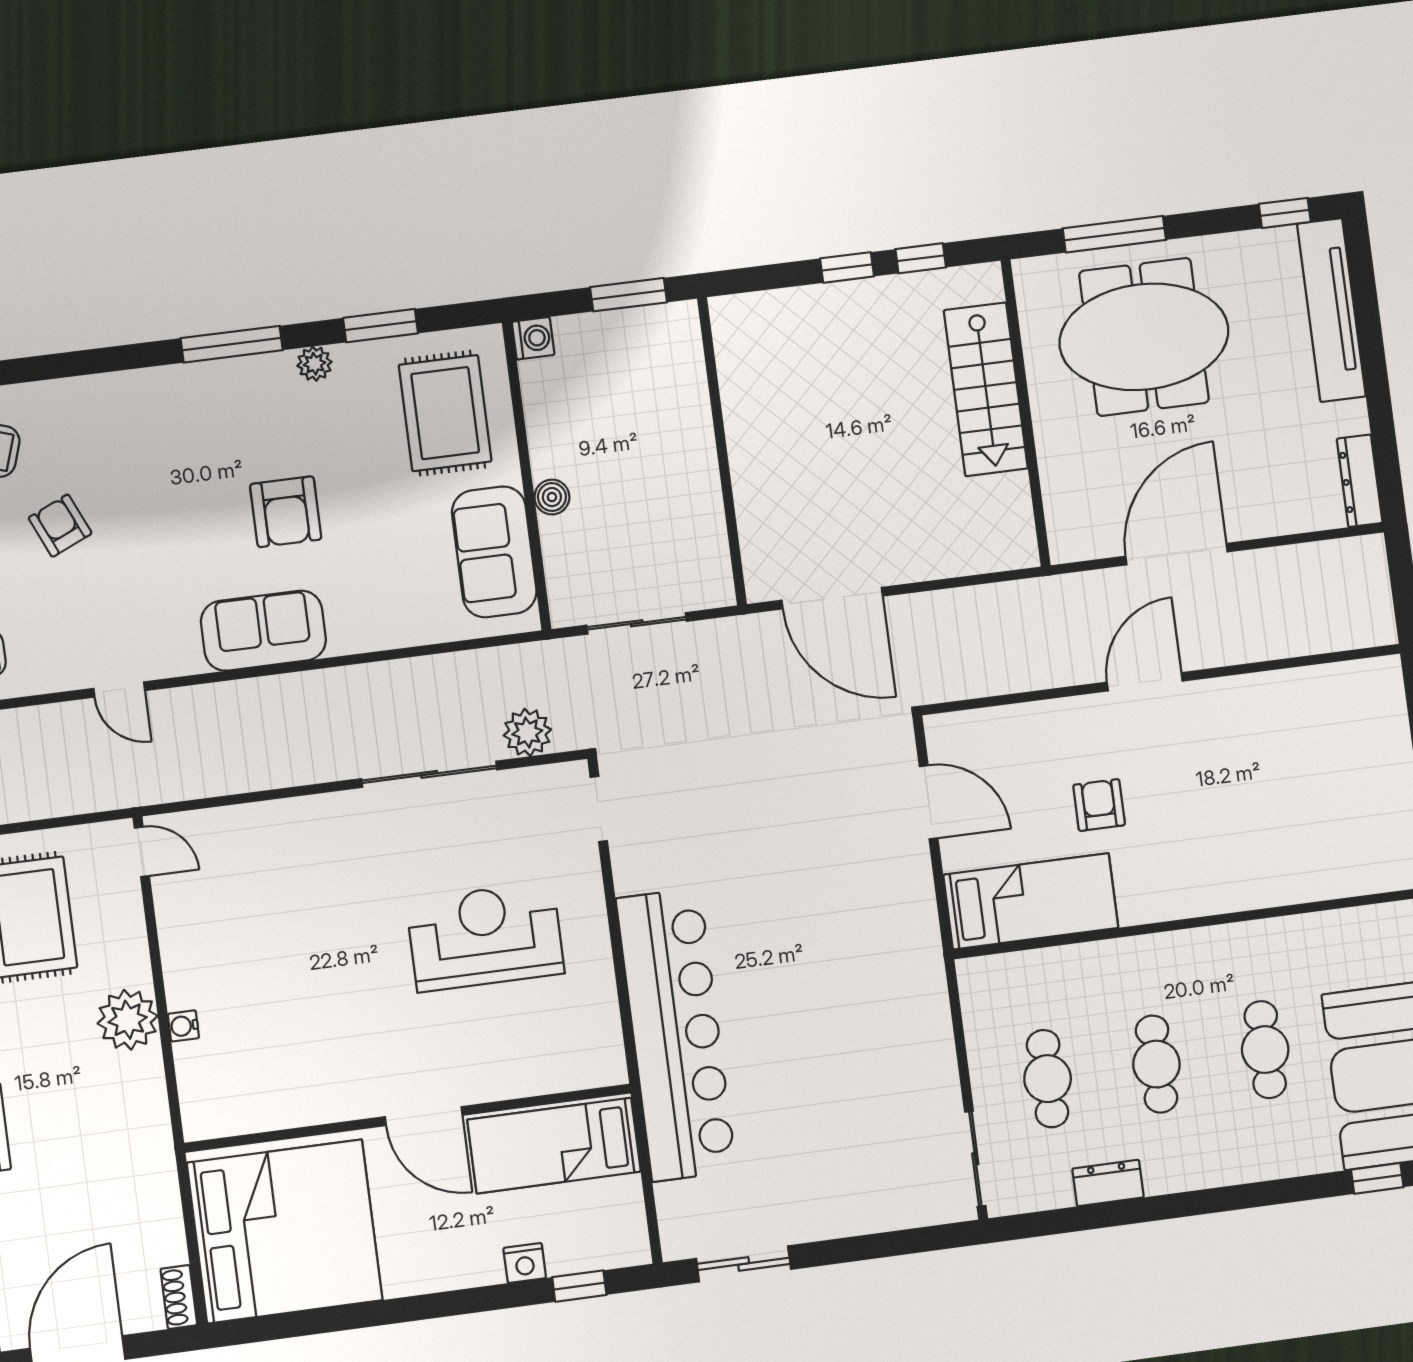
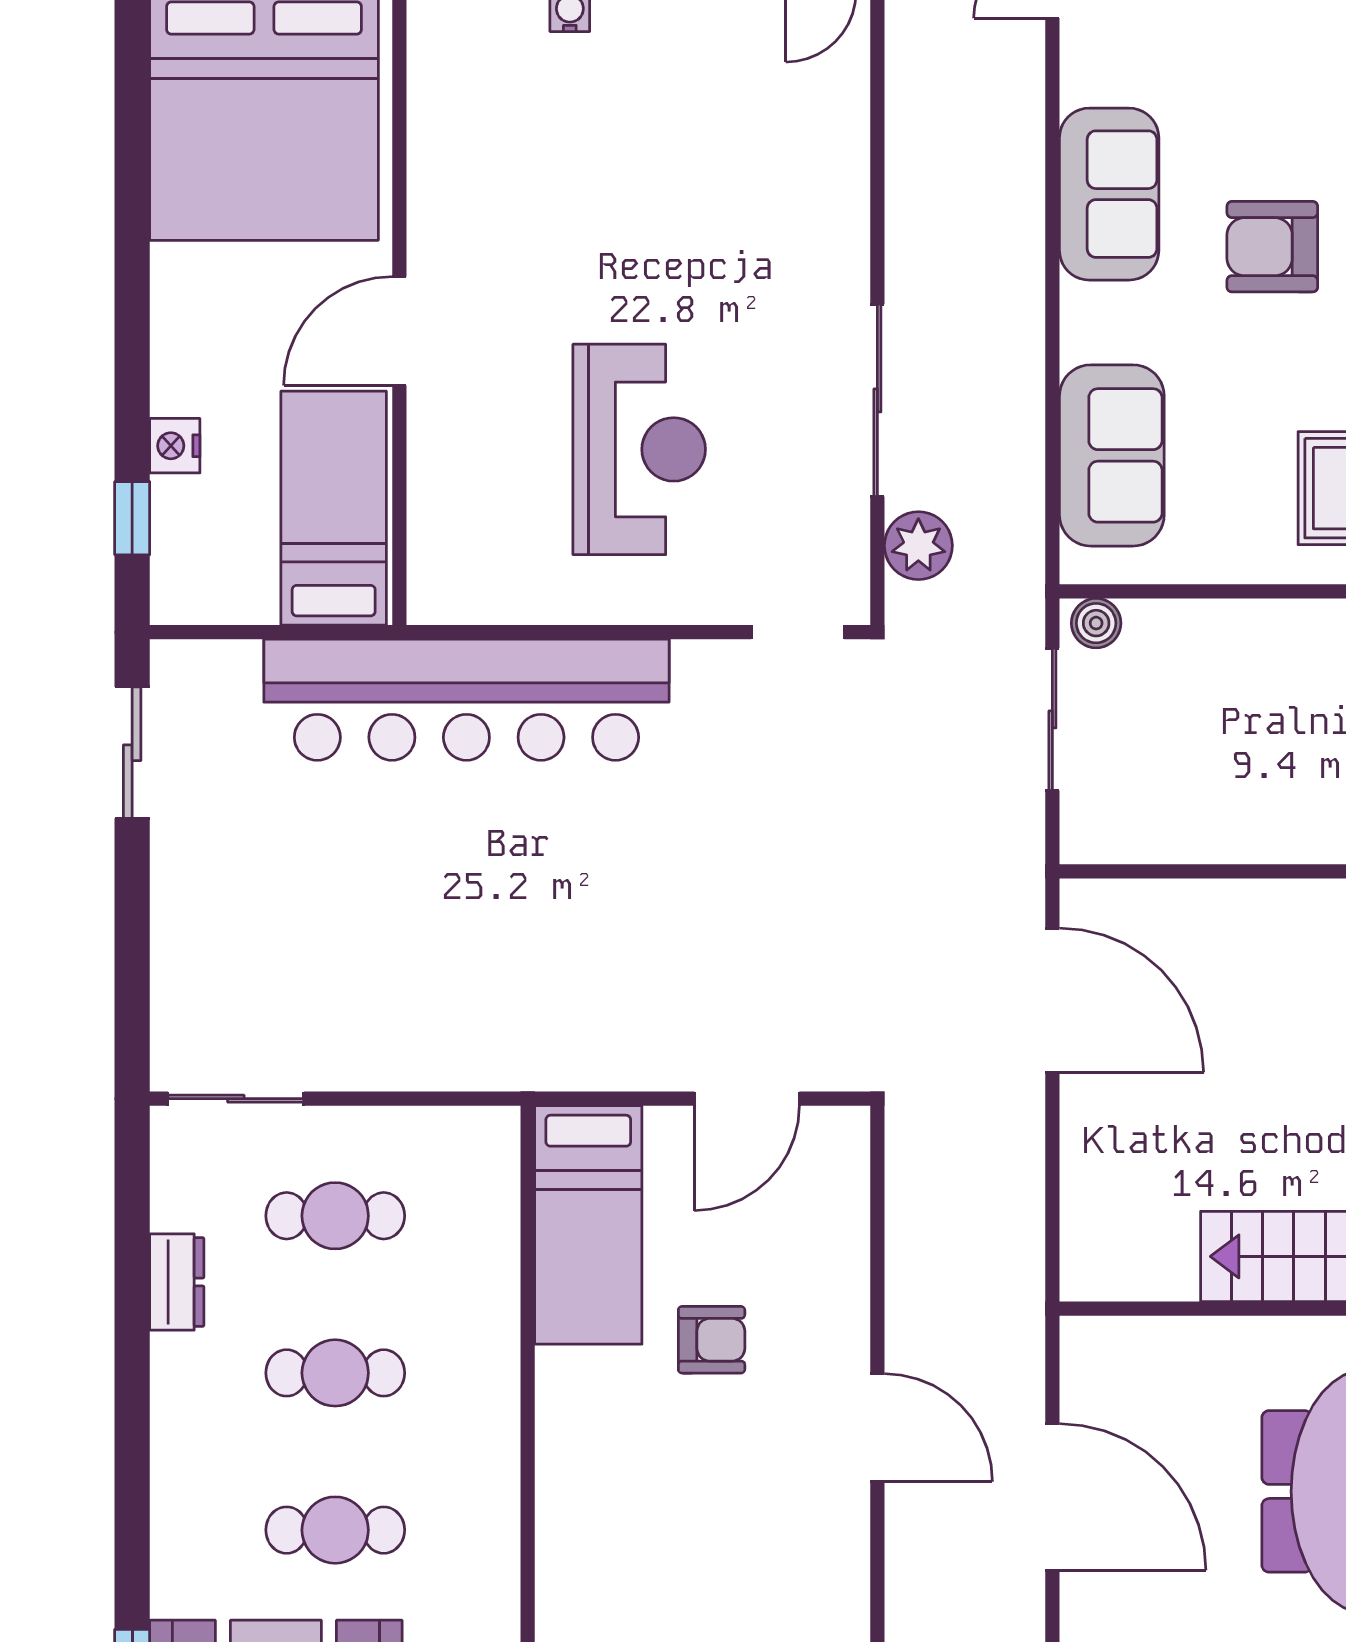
boiler: (552, 497) -> (1096, 623), moved
sofa: (494, 552) -> (1112, 455), moved, turned 90
door: (832, 598) -> (1052, 1000), swing flipped

